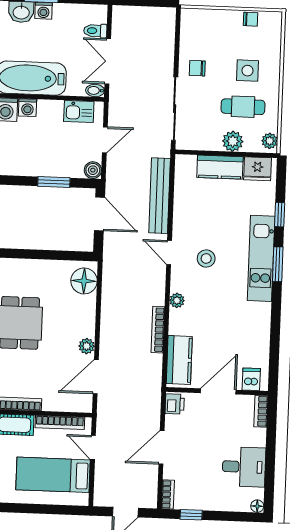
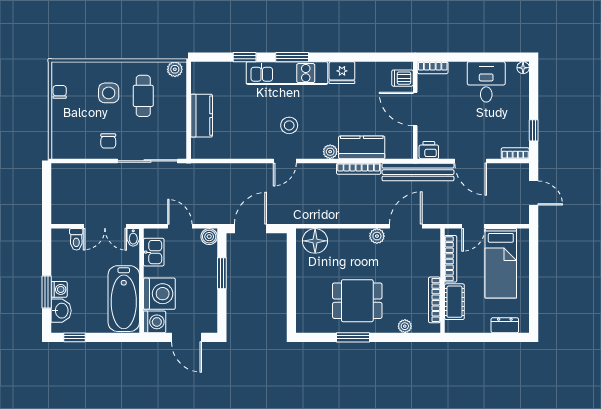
washing machine: (27, 108) -> (159, 294), width x1.89, depth x1.89
plant: (233, 141) -> (177, 104), removed
fridge: (258, 169) -> (342, 73), moved, turned 90
bench: (160, 196) -> (418, 172), moved
kitchen counter: (179, 360) -> (362, 147), moved
door: (96, 377) -> (406, 226), swing flipped

